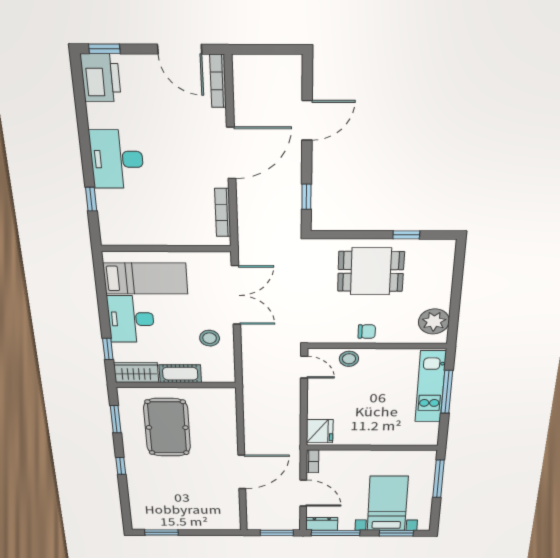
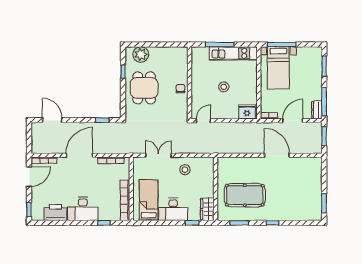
printer: (101, 78) -> (55, 213), moved
door: (307, 120) -> (52, 120), moved
door: (231, 153) -> (79, 155), hinge flipped
bookcase: (142, 237) -> (125, 200), added
double door: (236, 295) -> (158, 155), width x0.73
plant: (434, 321) -> (141, 55), moved
stool: (349, 359) -> (224, 87), moved
cot: (180, 374) -> (208, 186), removed
kitchen unit: (431, 387) -> (233, 53), moved
bed with nightstands: (388, 504) -> (278, 68), moved, turned -90

